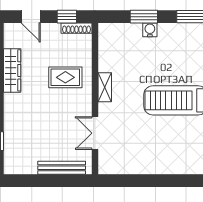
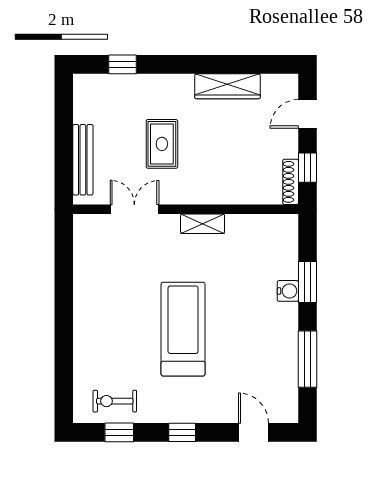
rug: (65, 77) -> (162, 144), moved

